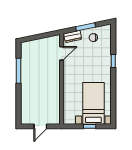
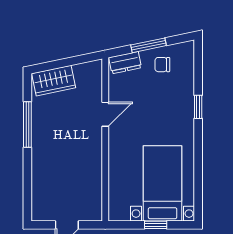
wardrobe: (33, 46) -> (54, 81), added
door: (62, 53) -> (105, 114), moved

